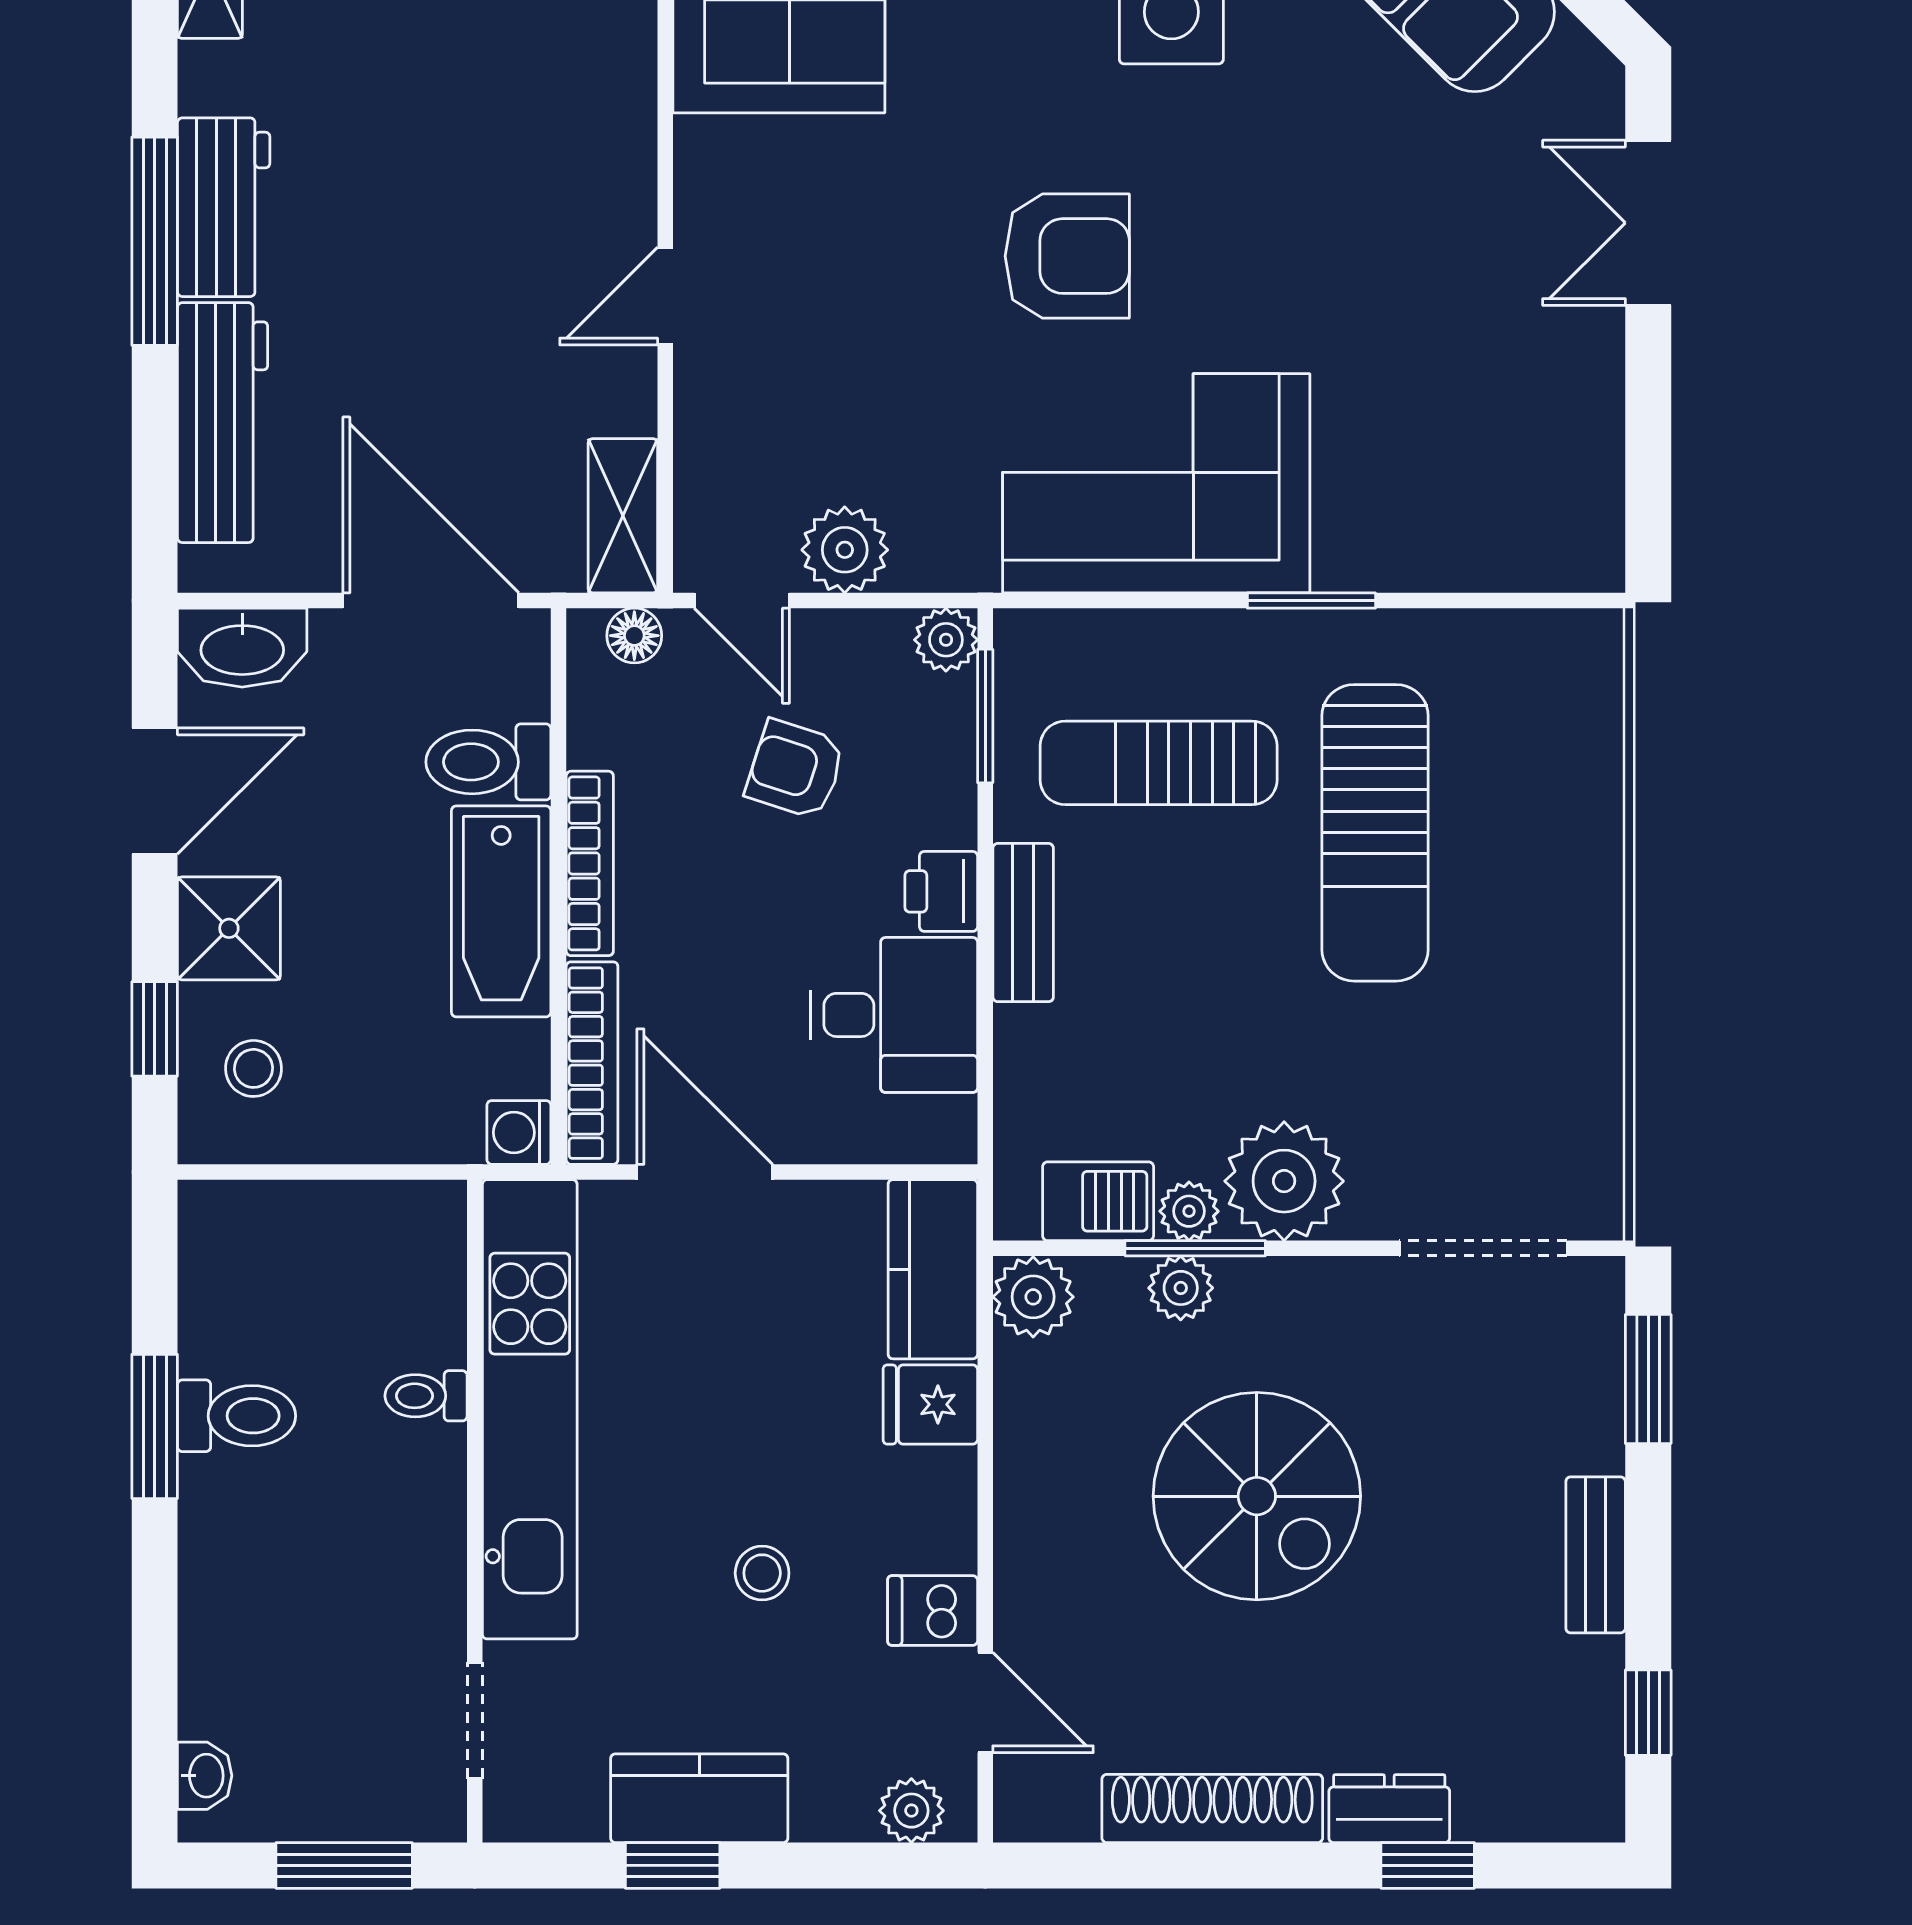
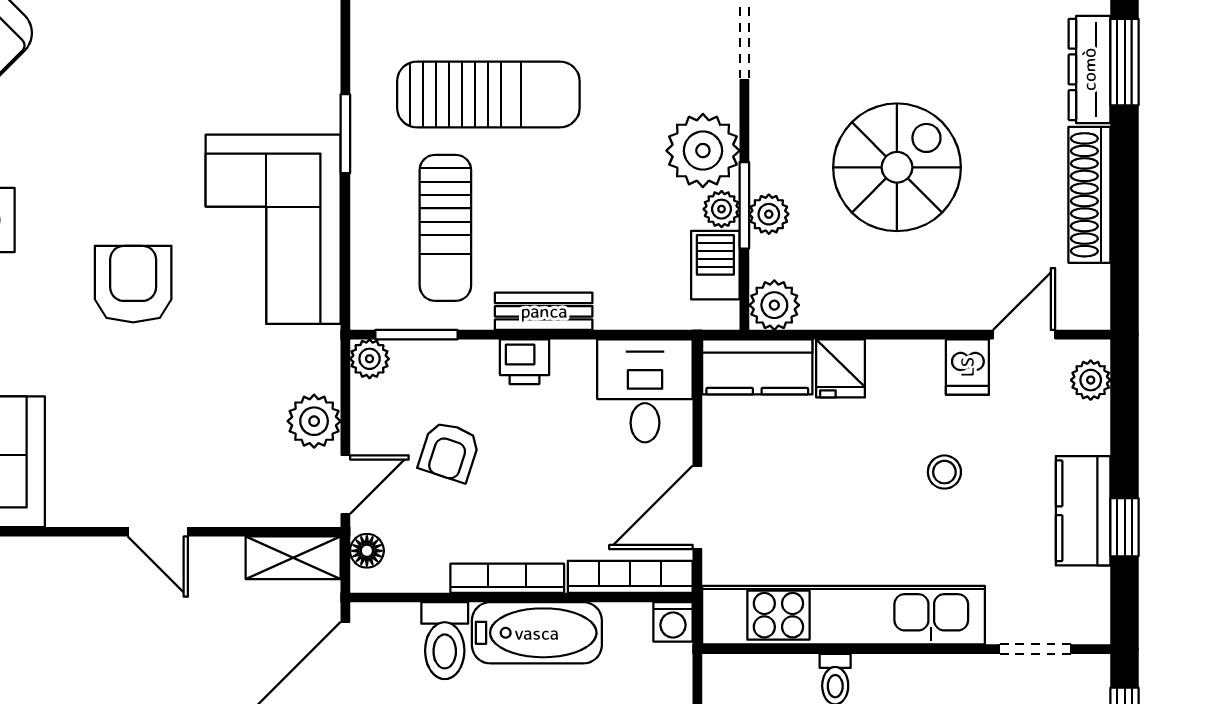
desk: (894, 1015) -> (645, 391), moved
dresser: (1389, 1809) -> (1089, 69), width x1.44
window: (1428, 1865) -> (1125, 62), width x1.50

